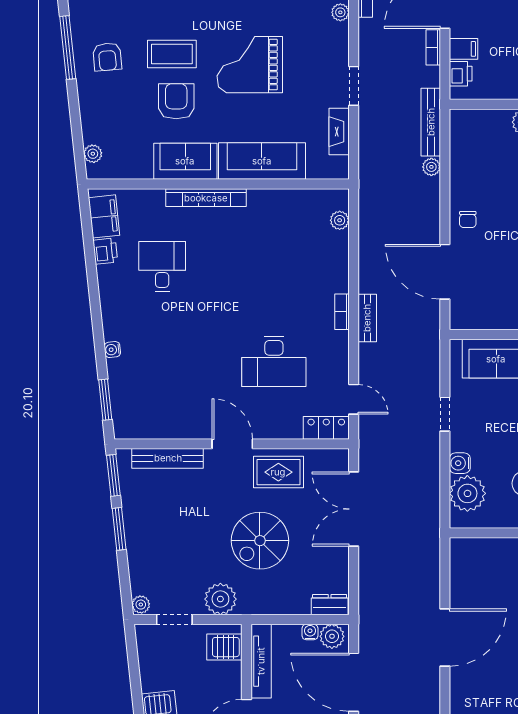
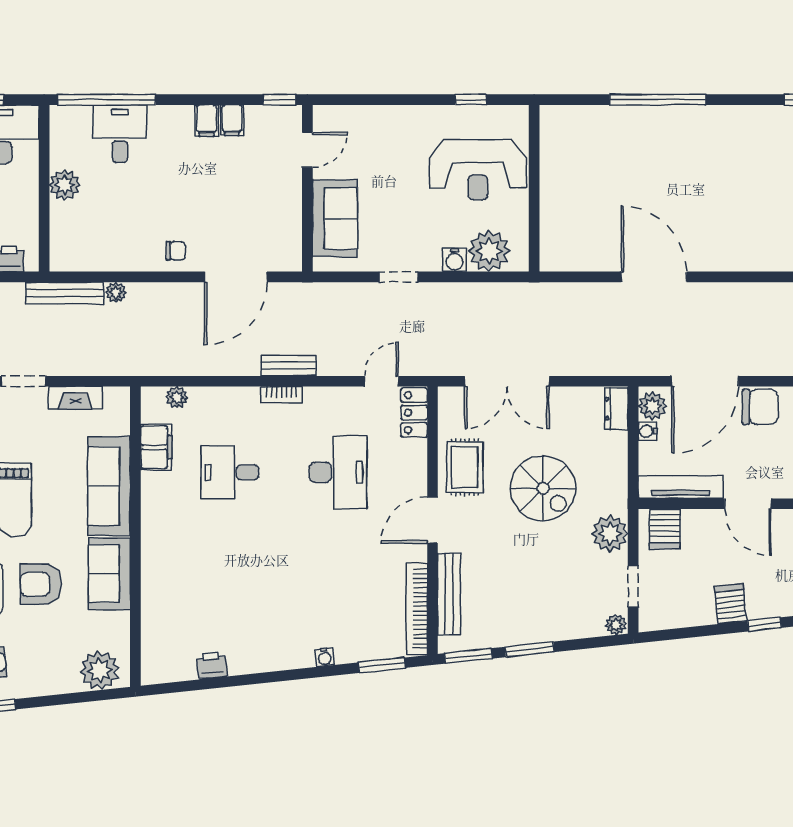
plant: (93, 154) -> (100, 670), width x1.87, depth x1.87
bookcase: (206, 198) -> (417, 609), moved, turned 180
filing cabinet: (104, 216) -> (156, 447), moved, turned 96
desk: (162, 266) -> (230, 472), moved

